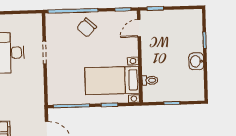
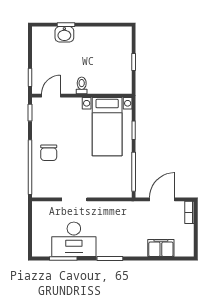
chair: (87, 28) -> (49, 153), turned 47
door: (139, 28) -> (51, 96), swing flipped
washbasin: (196, 61) -> (64, 34), moved
toilet: (150, 80) -> (82, 85), moved

